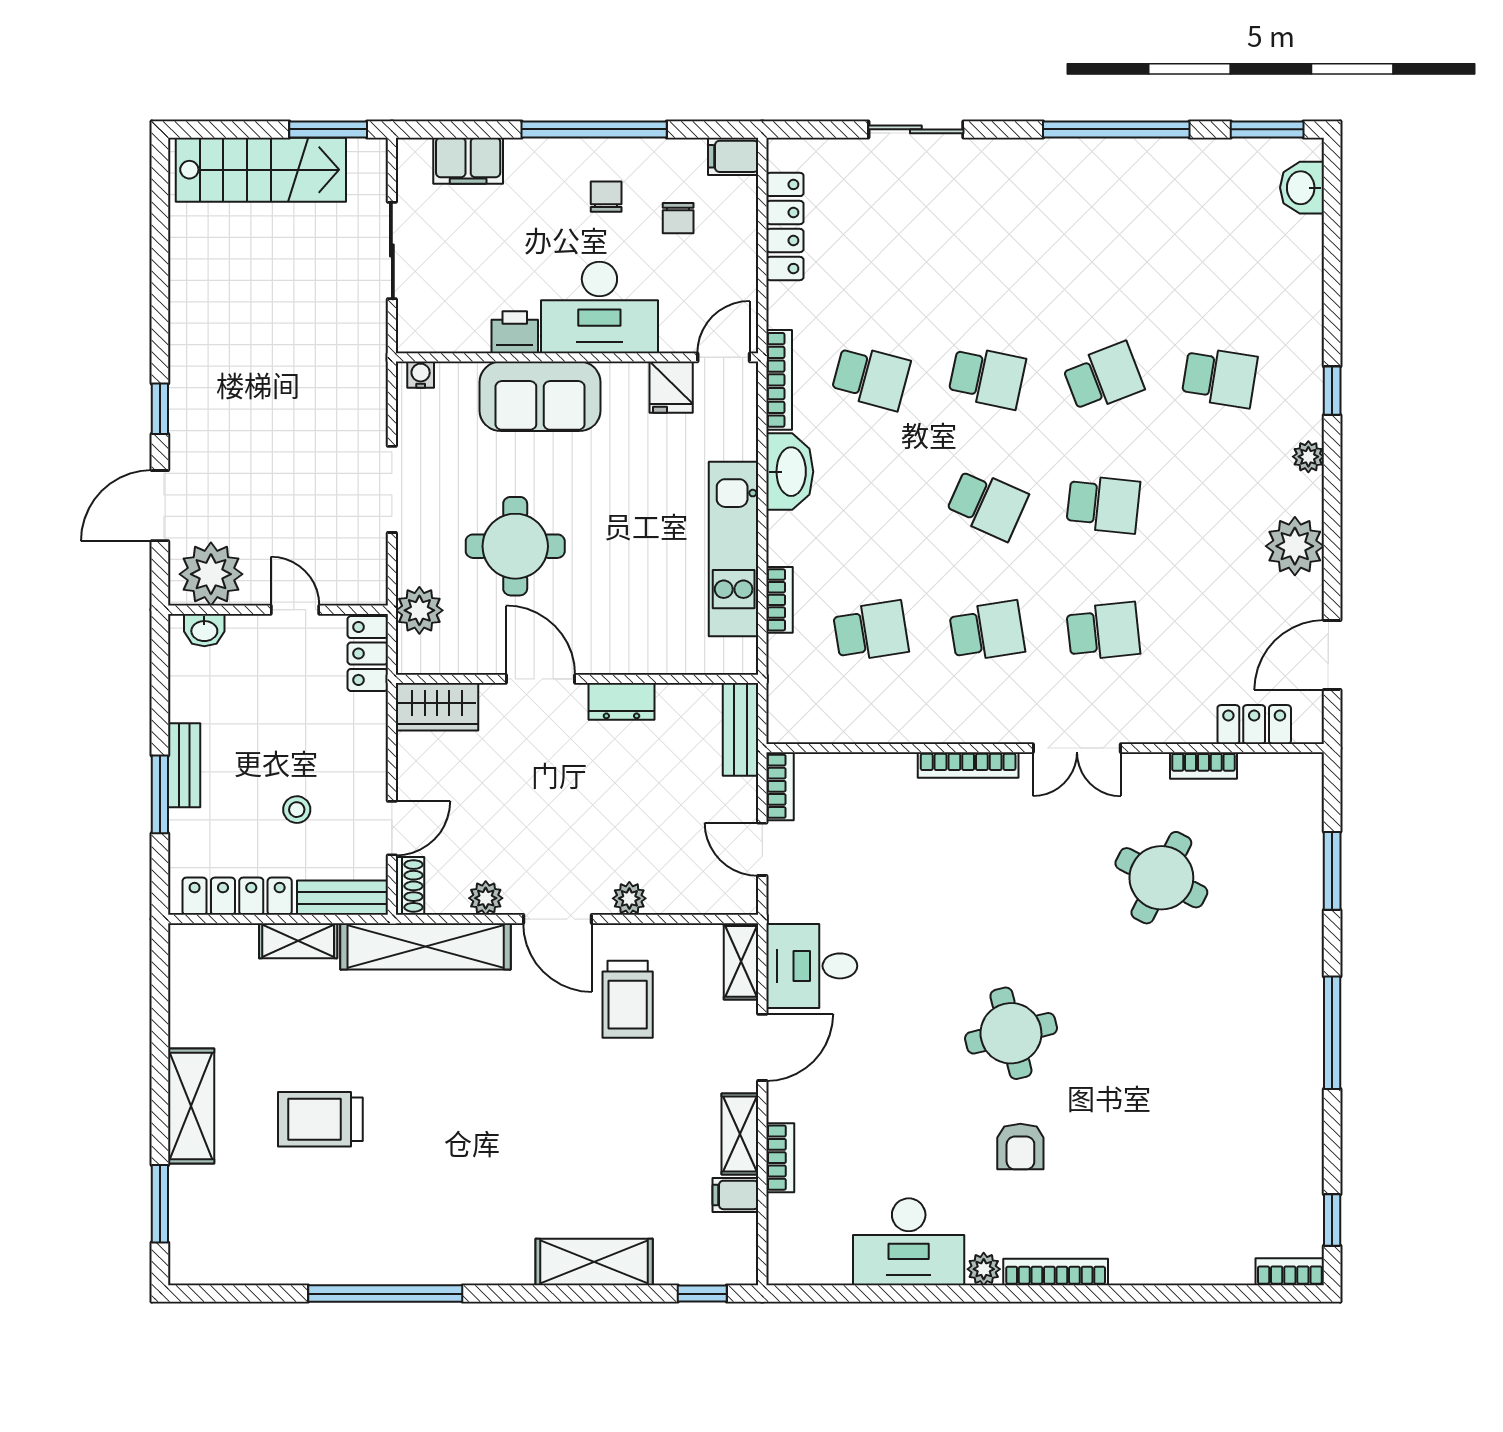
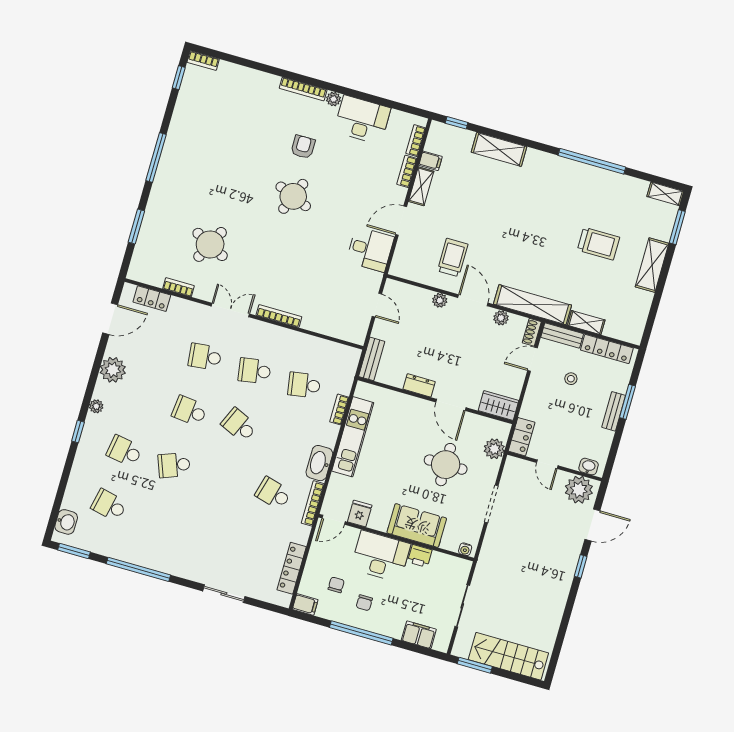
school desk: (987, 377) -> (109, 505), moved
bookcase: (780, 786) -> (416, 141), moved
shelving: (741, 961) -> (665, 194), moved, turned 90
round table: (1011, 1033) -> (293, 196), turned 36

